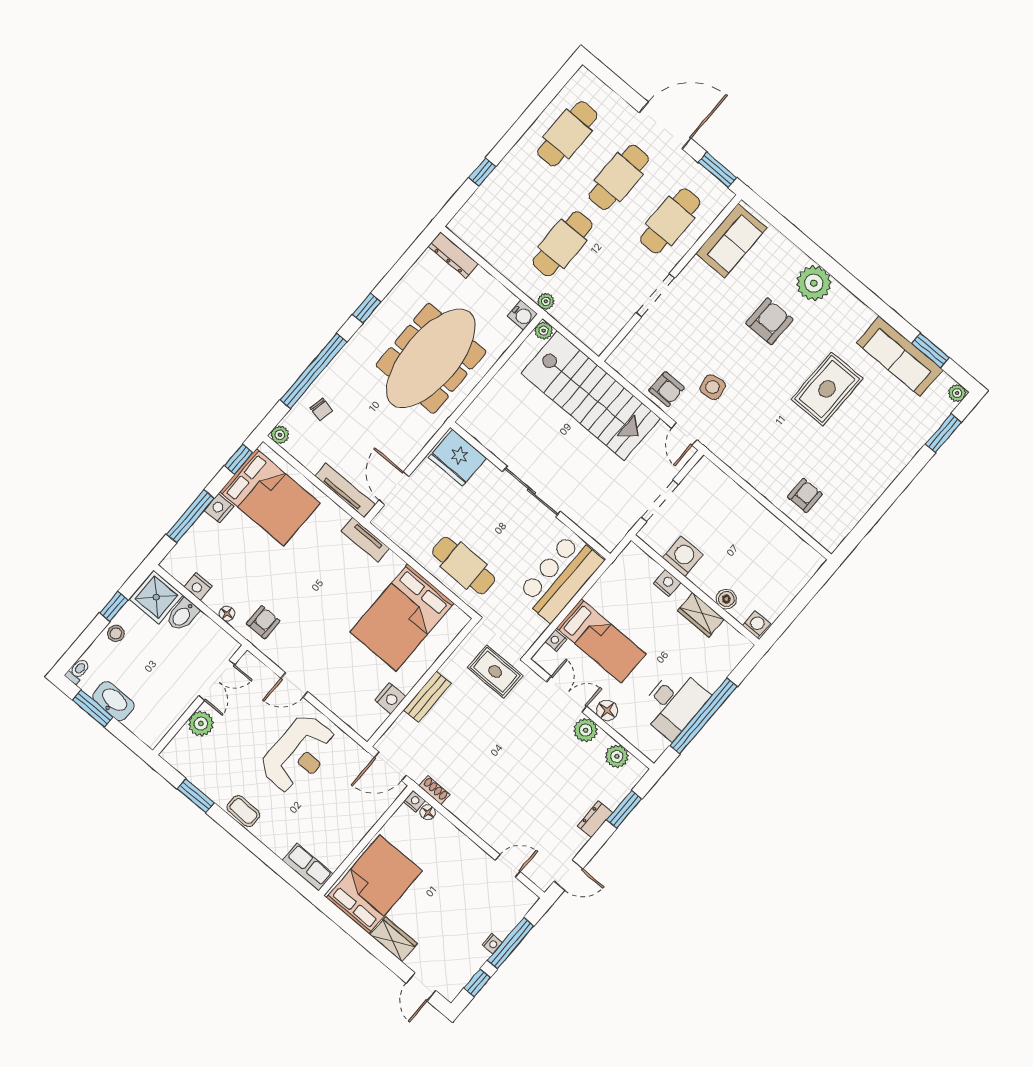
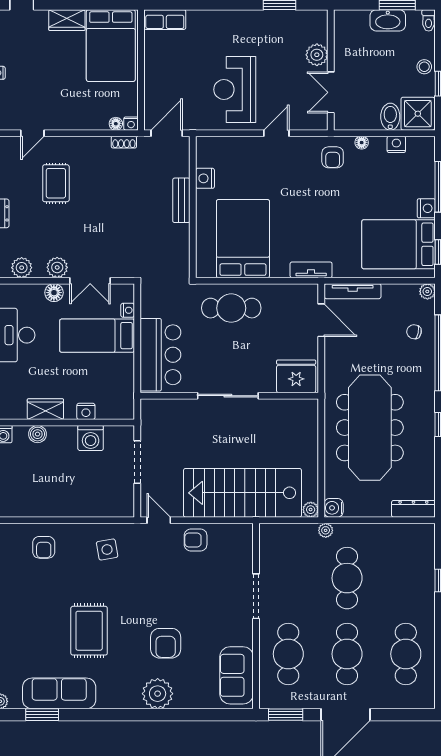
side table: (713, 387) -> (107, 549), moved
rug: (495, 672) -> (56, 183), moved, turned 90
coffee table: (243, 811) -> (239, 21), removed

